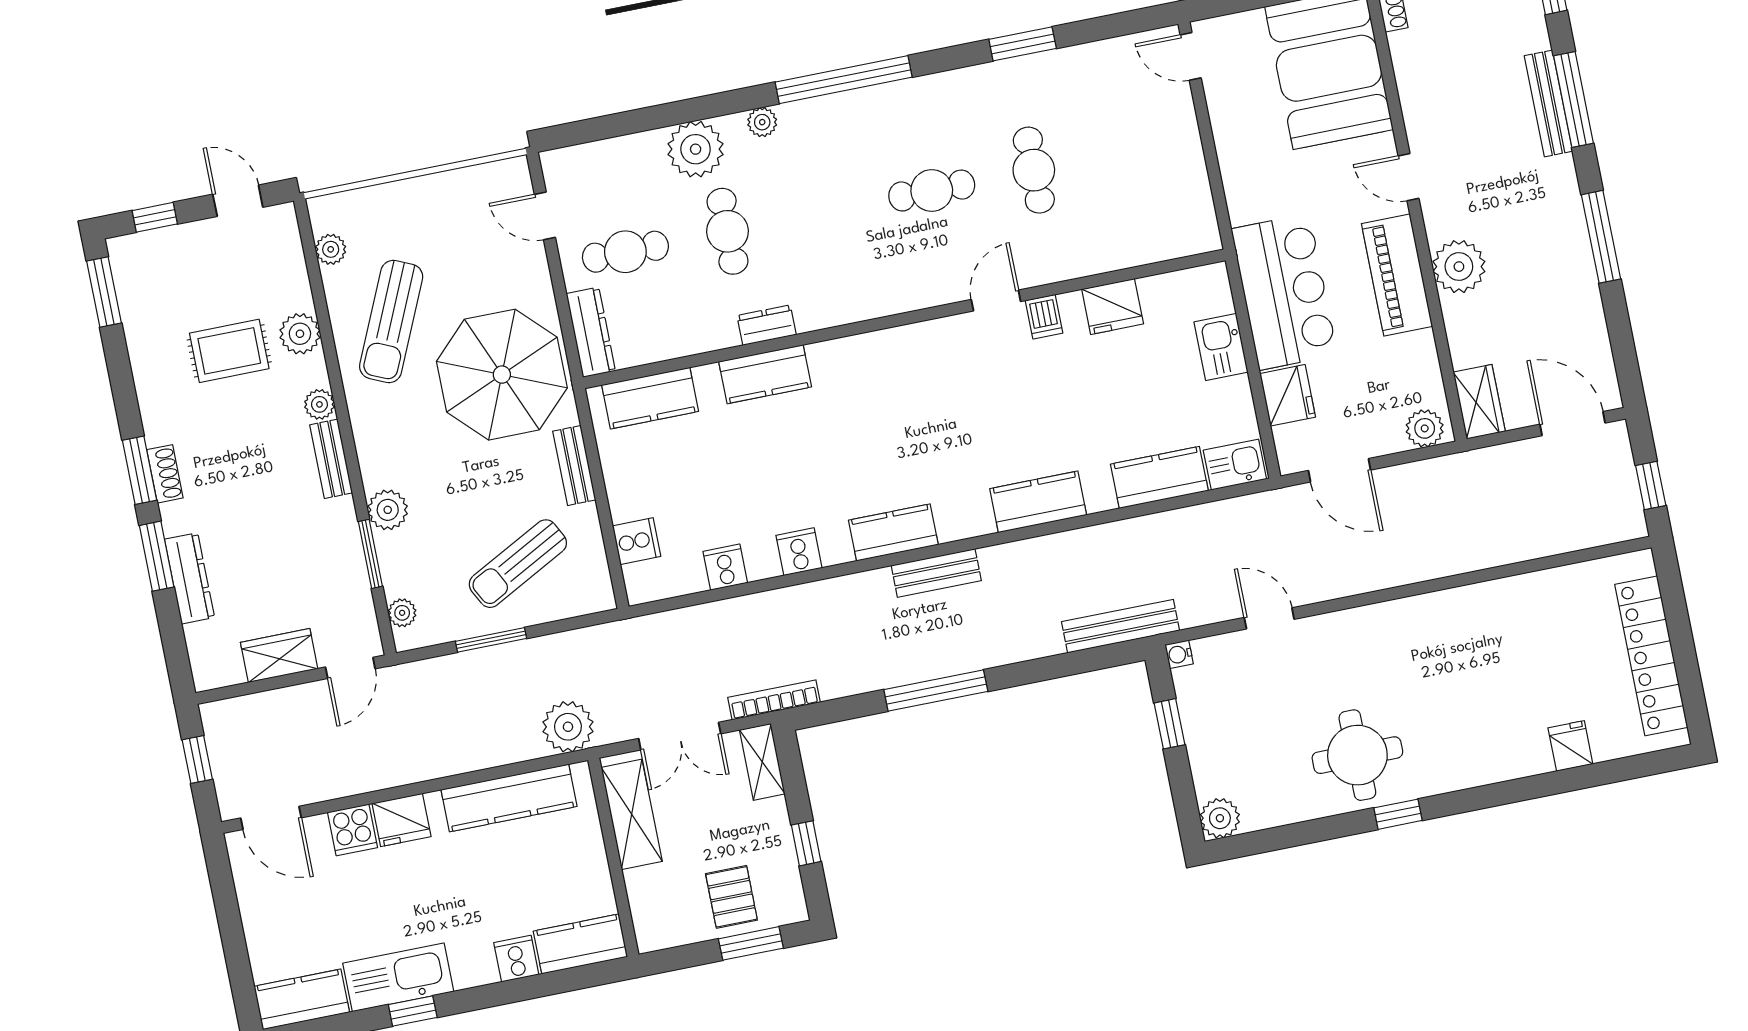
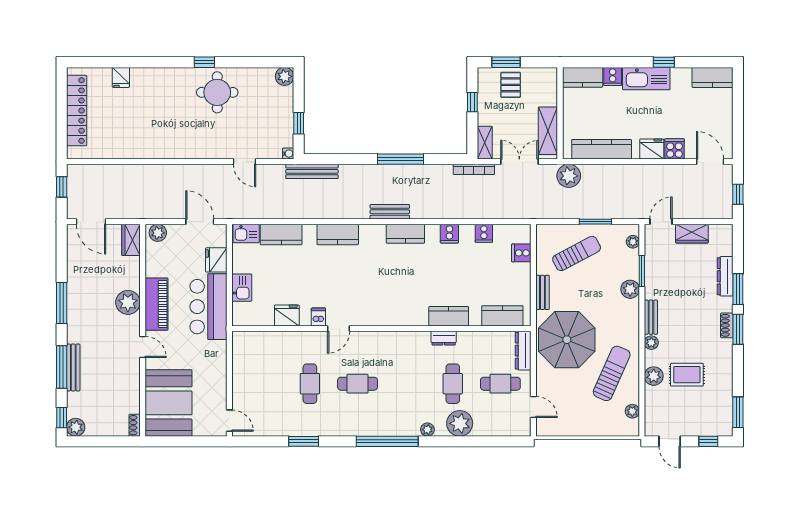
kitchen sink: (398, 977) -> (646, 79), moved

